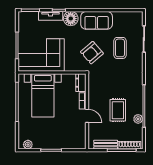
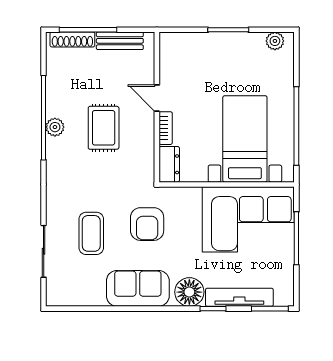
tv unit: (51, 16) -> (239, 297), width x1.41
armchair: (92, 53) -> (147, 224), turned 131
rug: (118, 110) -> (104, 128), moved
plant: (138, 119) -> (55, 127), moved

